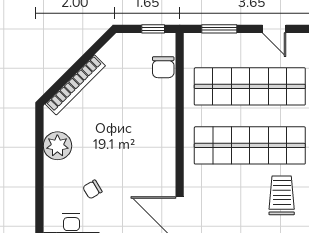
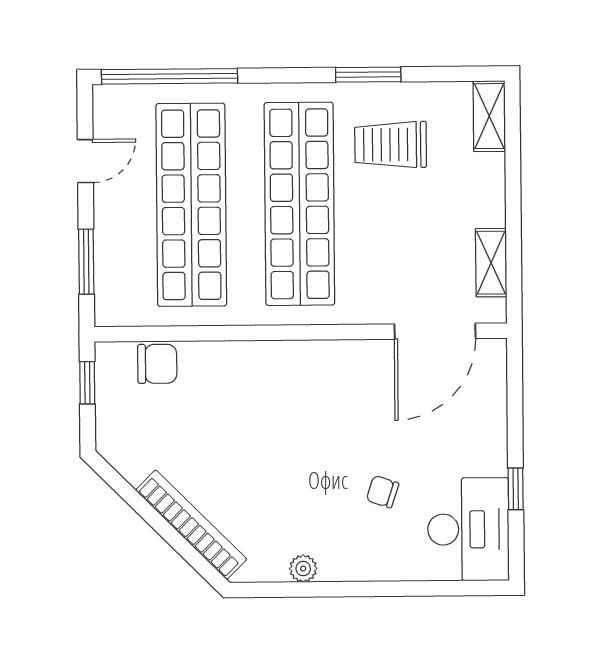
plant: (57, 146) -> (303, 568), width x0.53, depth x0.53
chair: (92, 189) -> (383, 492), turned 139

